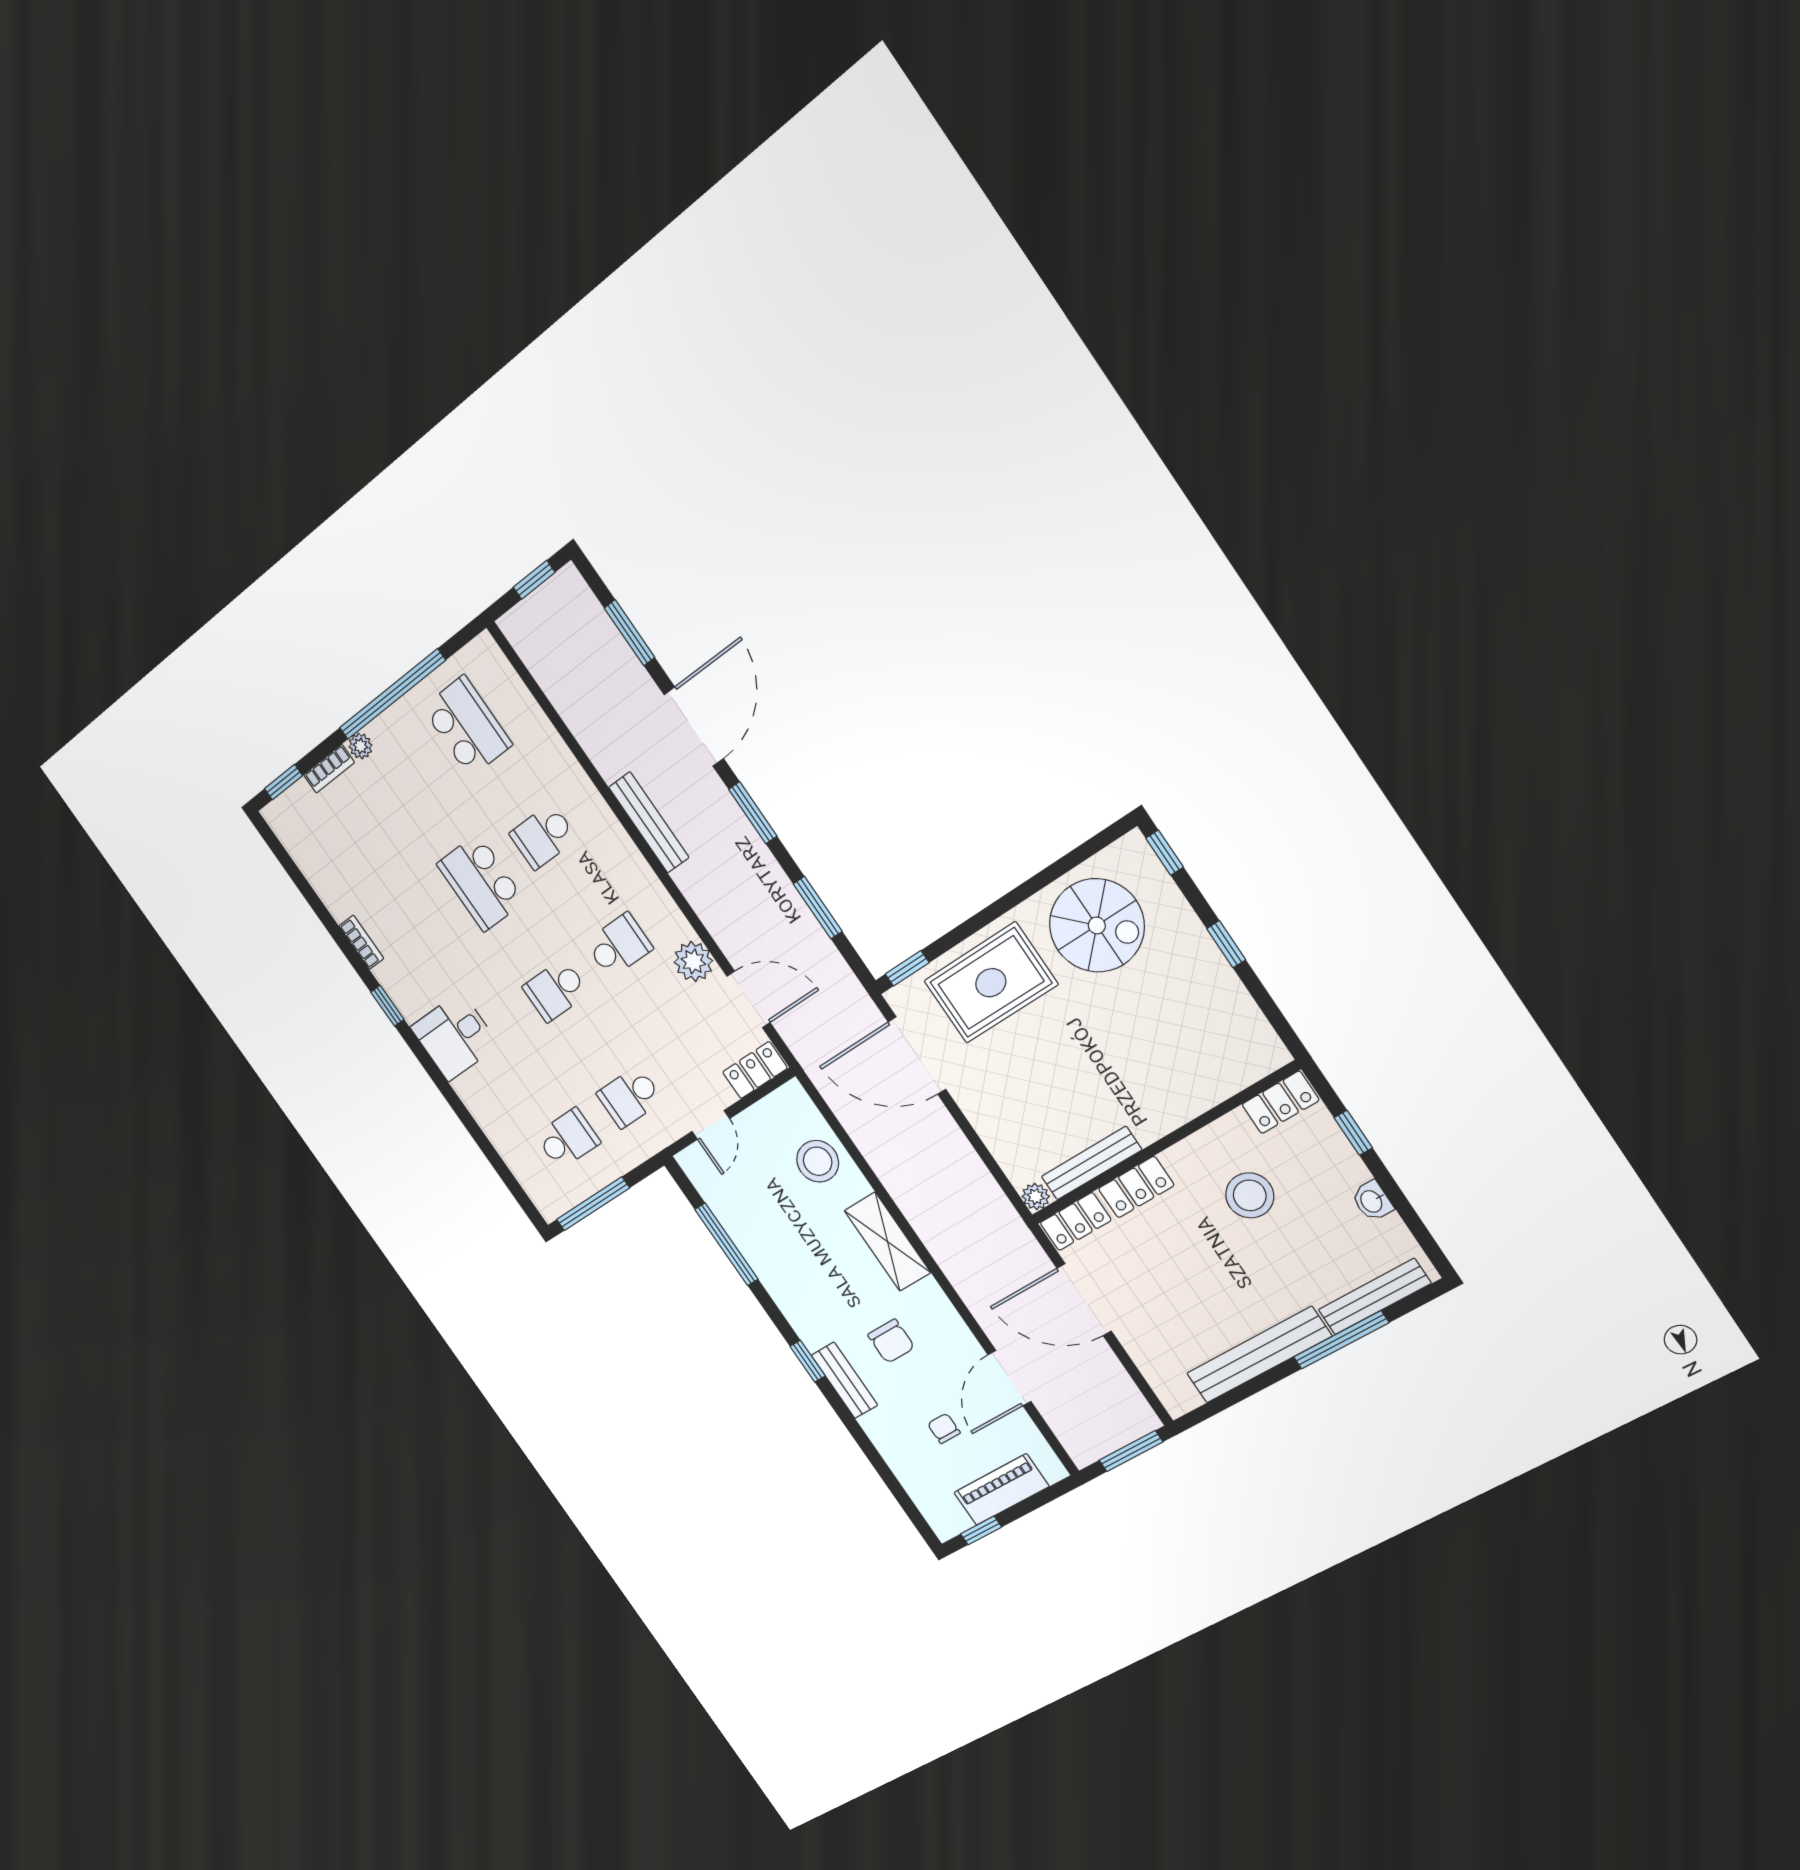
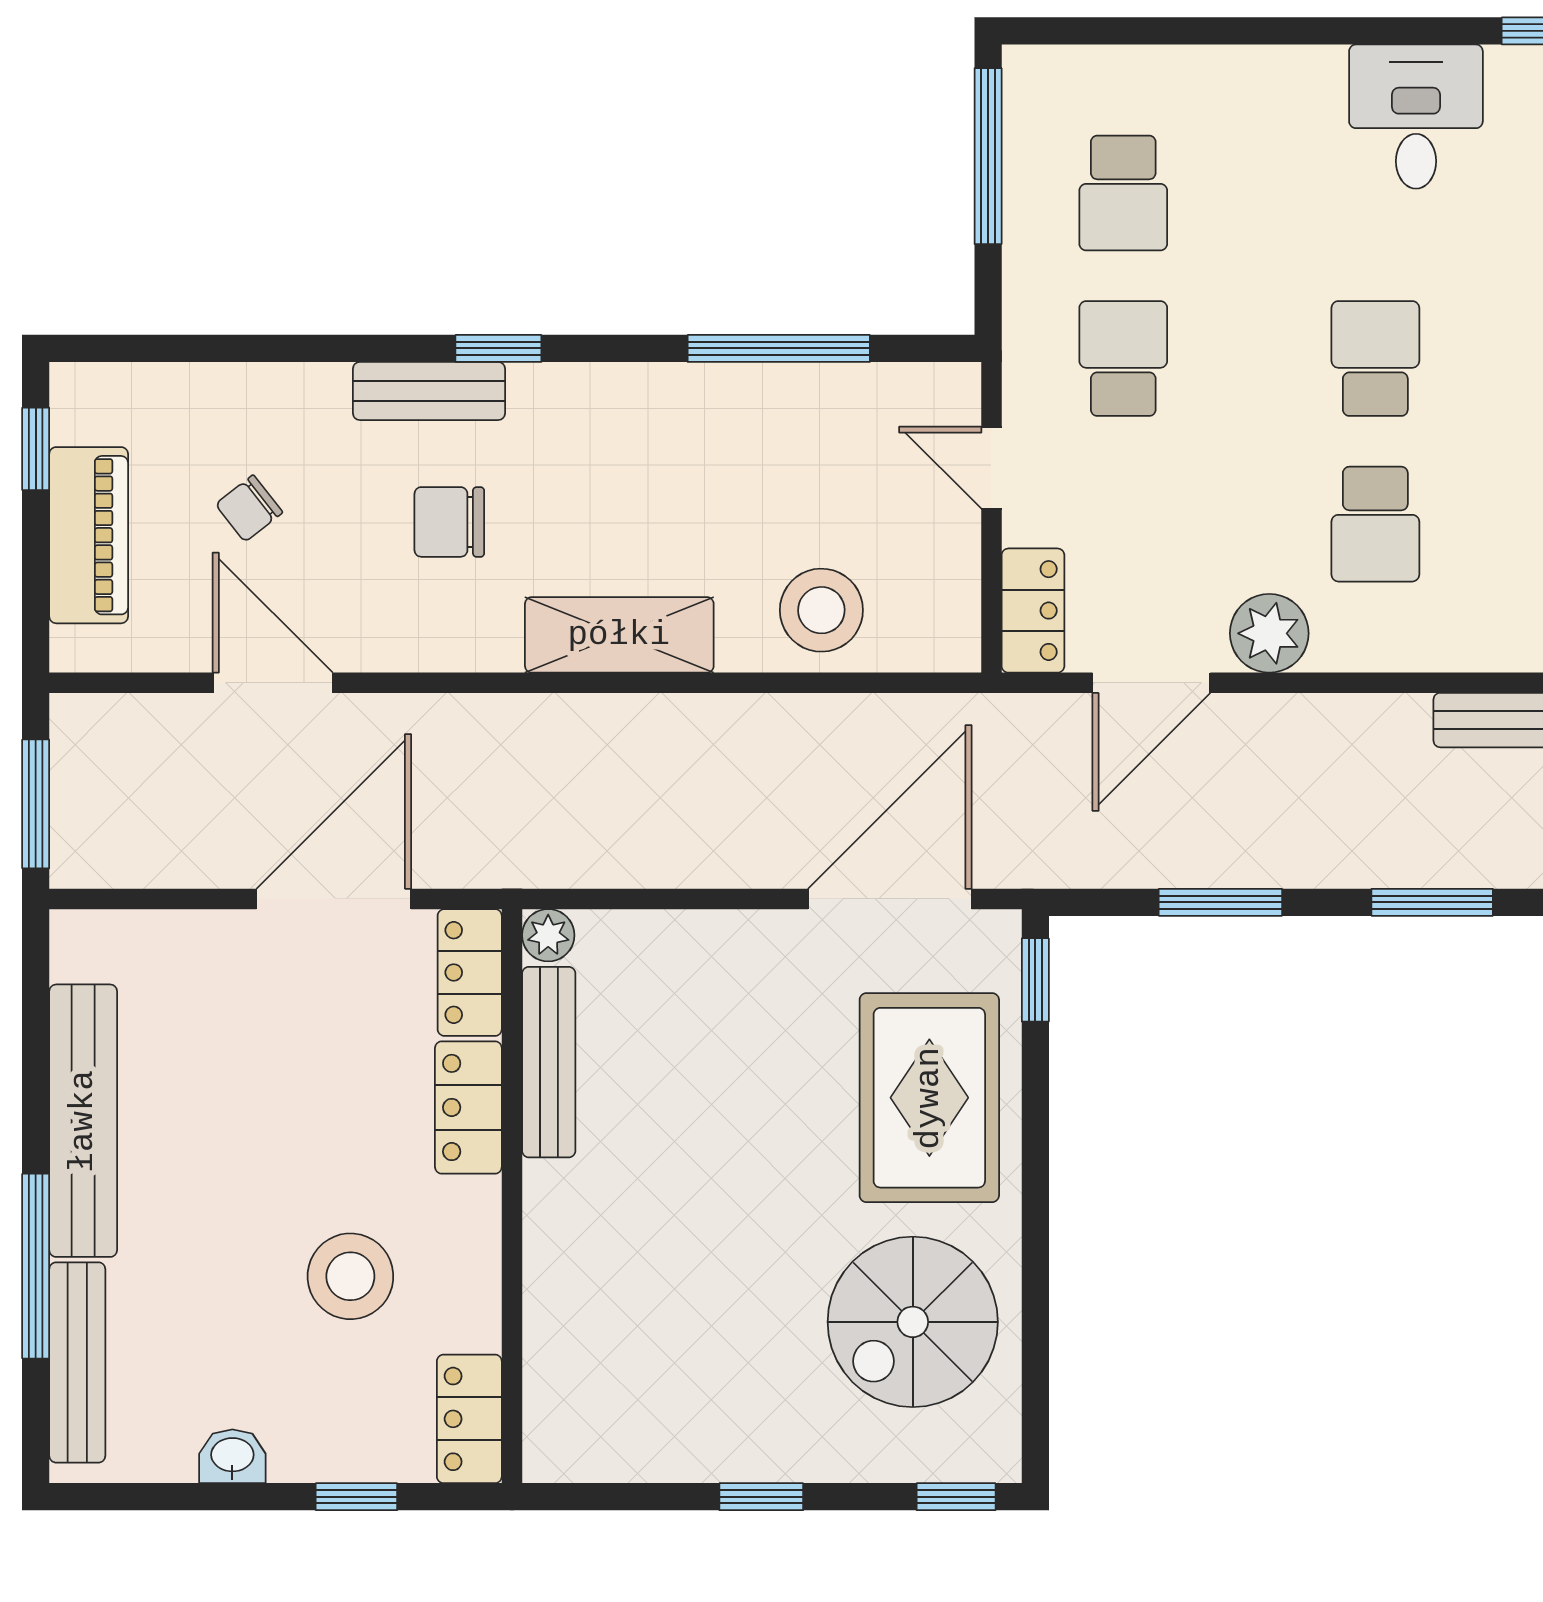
chair: (944, 1428) -> (249, 508), turned 142

